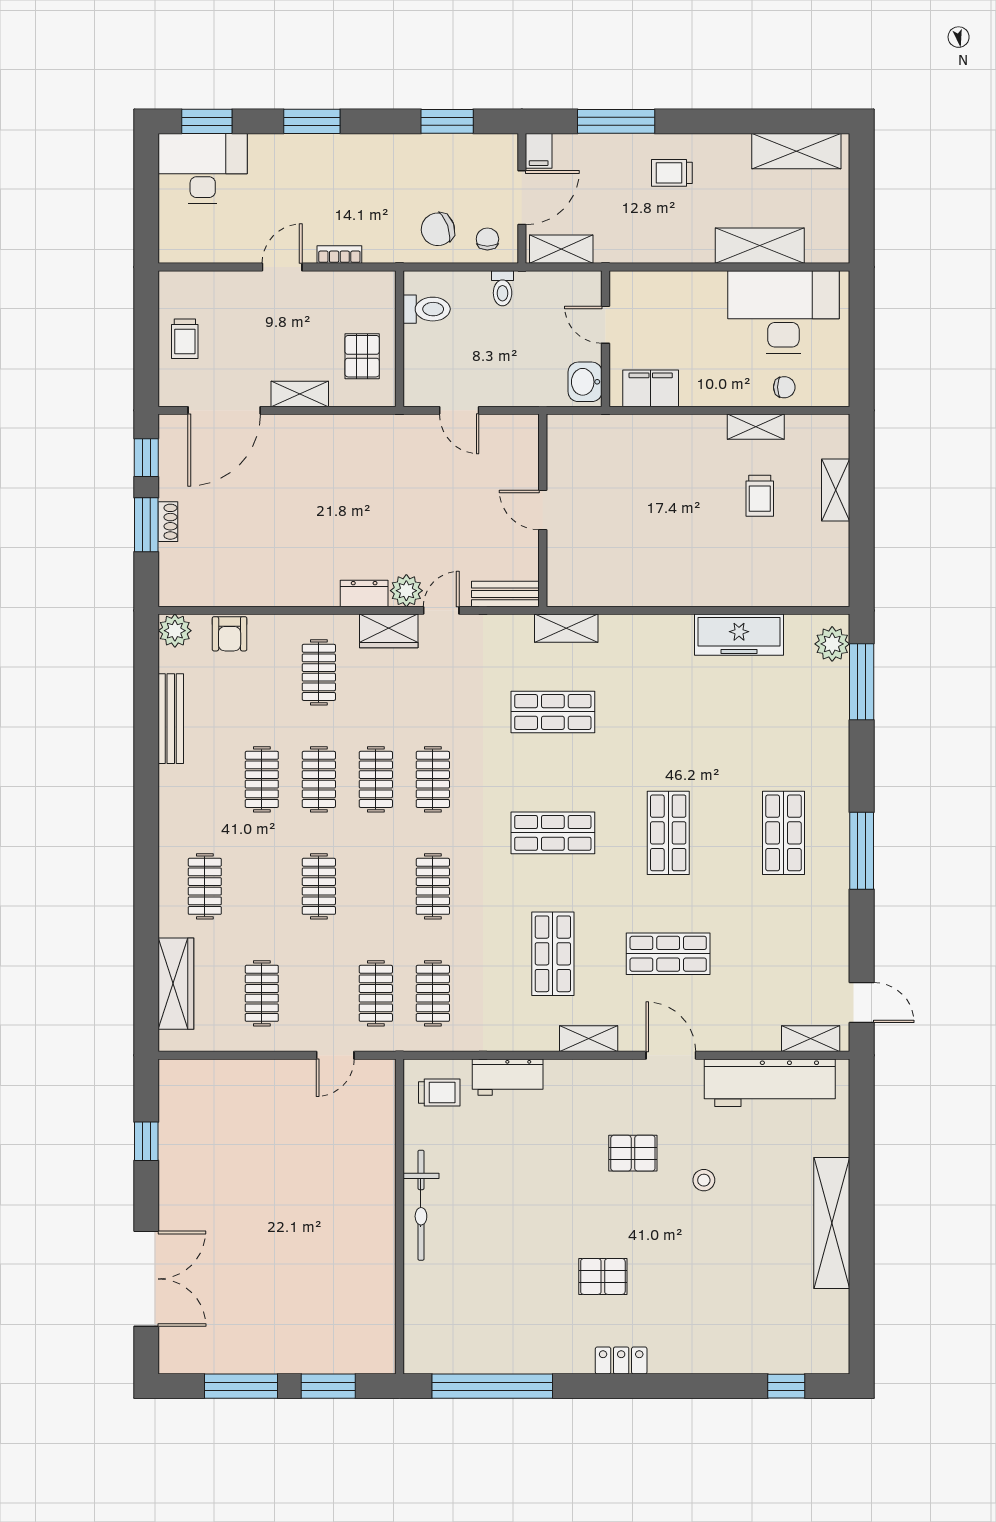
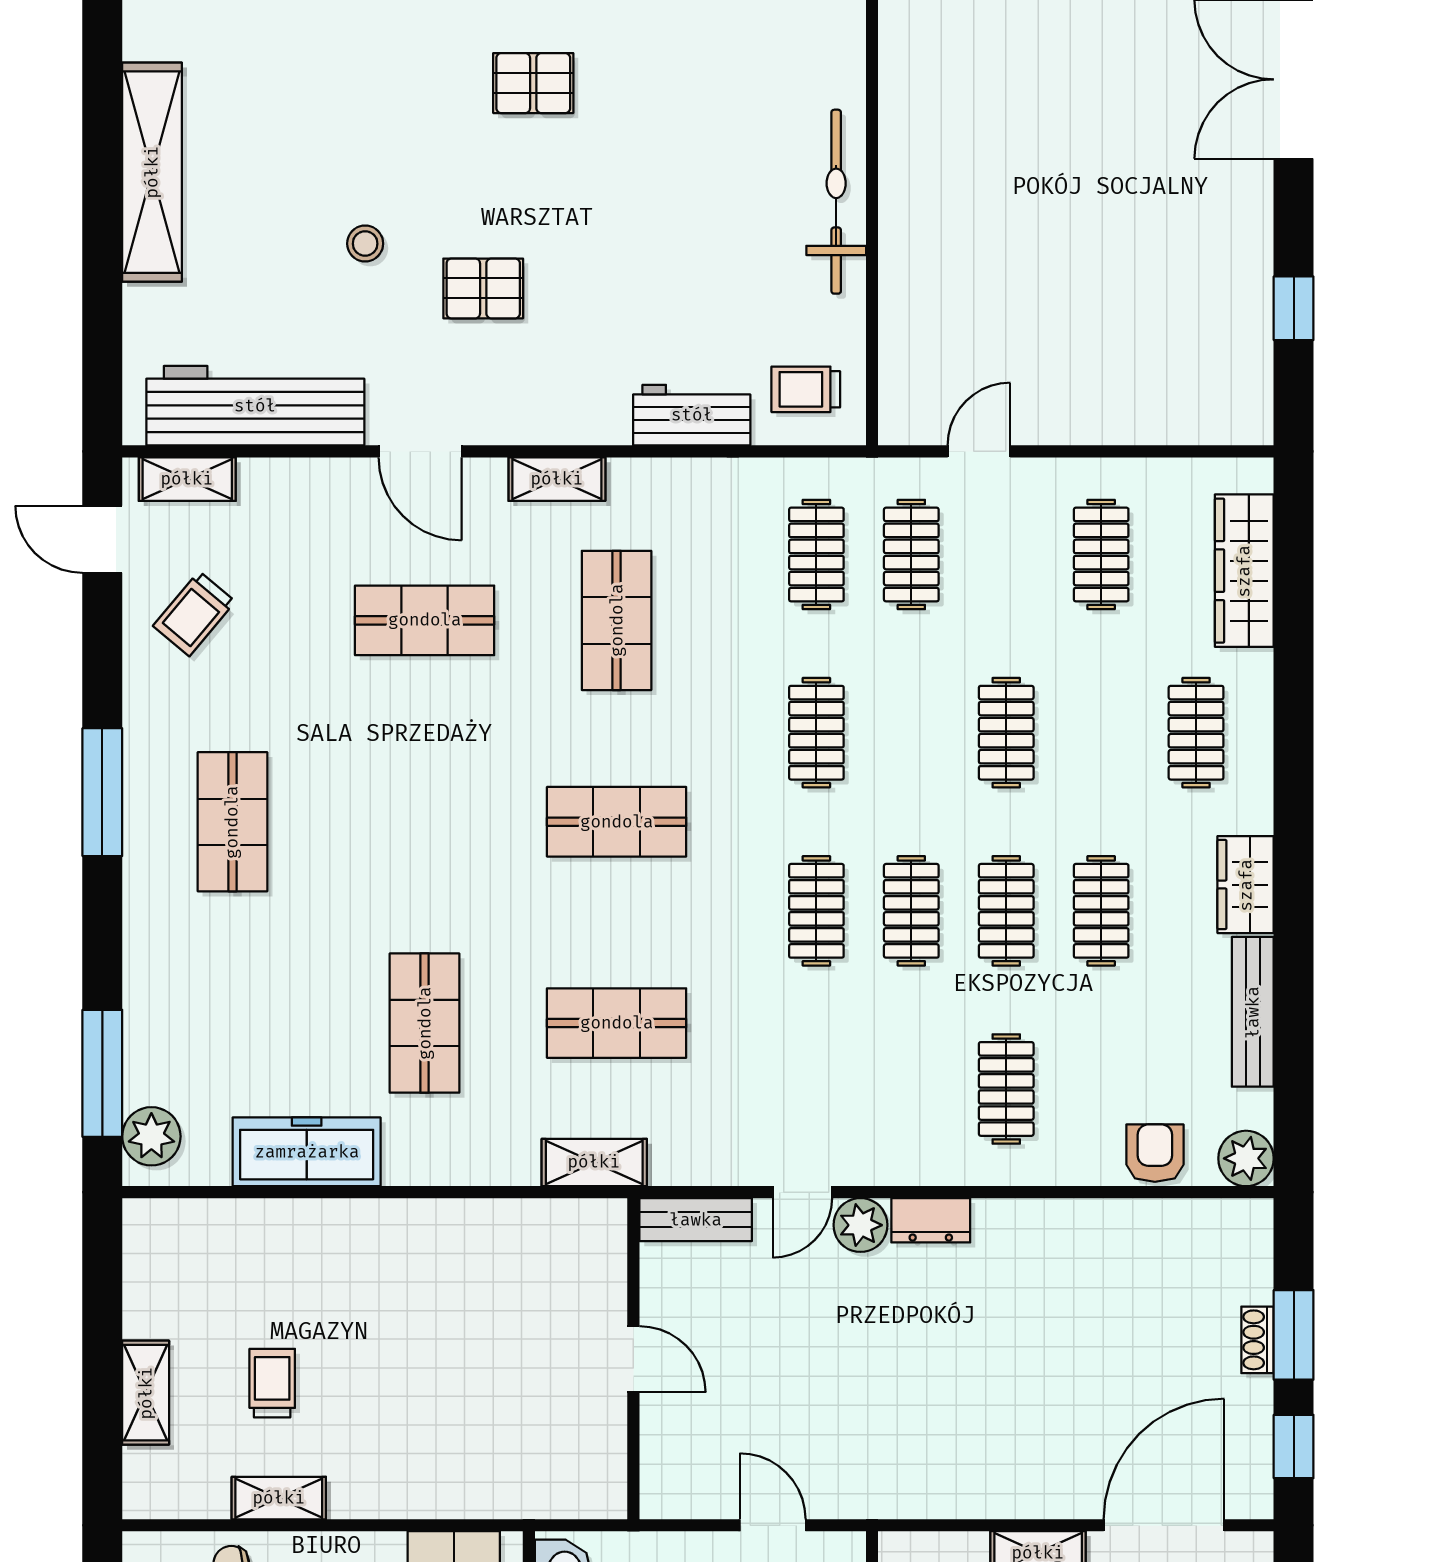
wardrobe: (389, 631) -> (1246, 885), moved, turned -90
shop shelf: (668, 833) -> (425, 1023), moved
trolley: (807, 958) -> (194, 614), added

